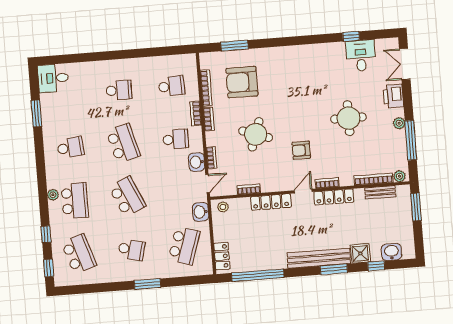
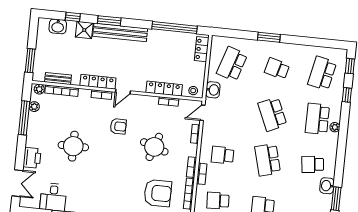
plant: (399, 123) -> (34, 107), moved
washbasin: (197, 162) -> (327, 186), moved, turned 180
locker: (271, 202) -> (164, 89), moved
school desk: (79, 254) -> (322, 73), turned 30

